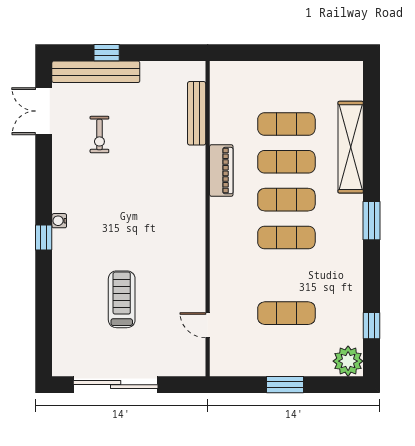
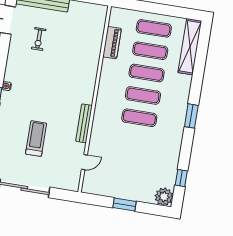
bench: (197, 113) -> (84, 123), moved
shelving: (351, 147) -> (190, 47), moved
piano: (221, 171) -> (112, 43), moved
exercise mat: (286, 313) -> (154, 28), moved
door: (208, 325) -> (84, 162), swing flipped

